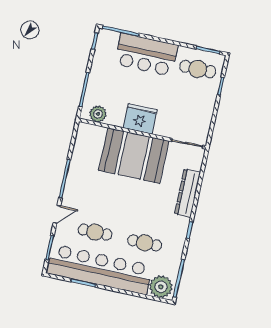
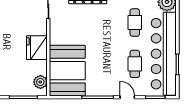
booth: (134, 156) -> (67, 71), moved

